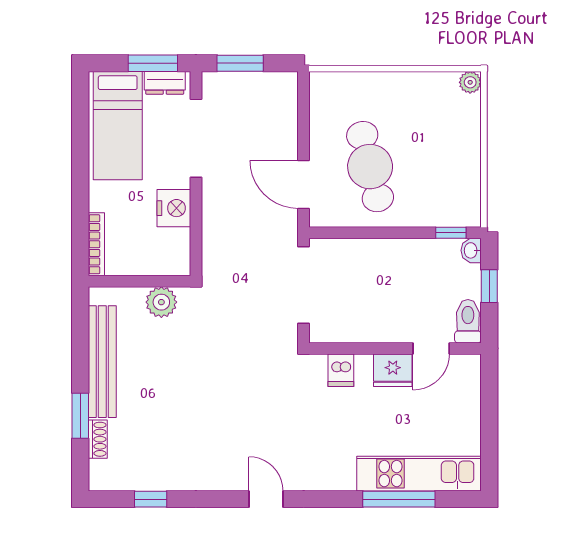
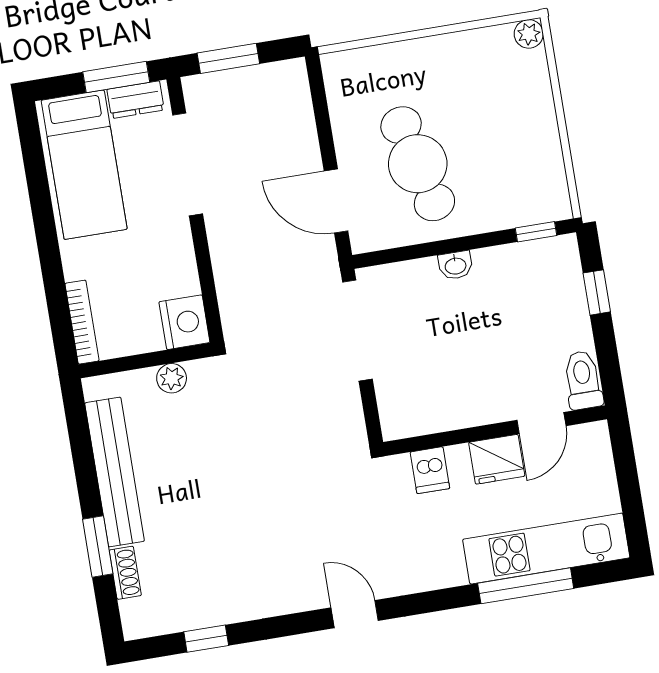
nightstand: (174, 208) -> (184, 322), moved
washbasin: (471, 250) -> (455, 265), moved, turned -90
plant: (161, 302) -> (172, 378), width x0.73, depth x0.73
toilet: (468, 321) -> (583, 380), moved
wall: (395, 348) -> (495, 431), moved
door: (431, 348) -> (541, 423), moved
dishwasher: (341, 370) -> (430, 470), moved
fridge: (393, 370) -> (497, 459), moved

